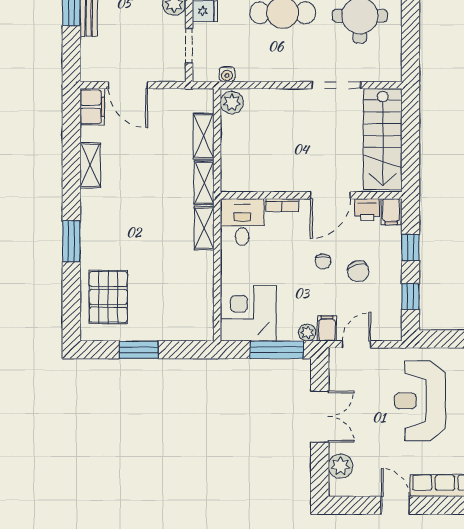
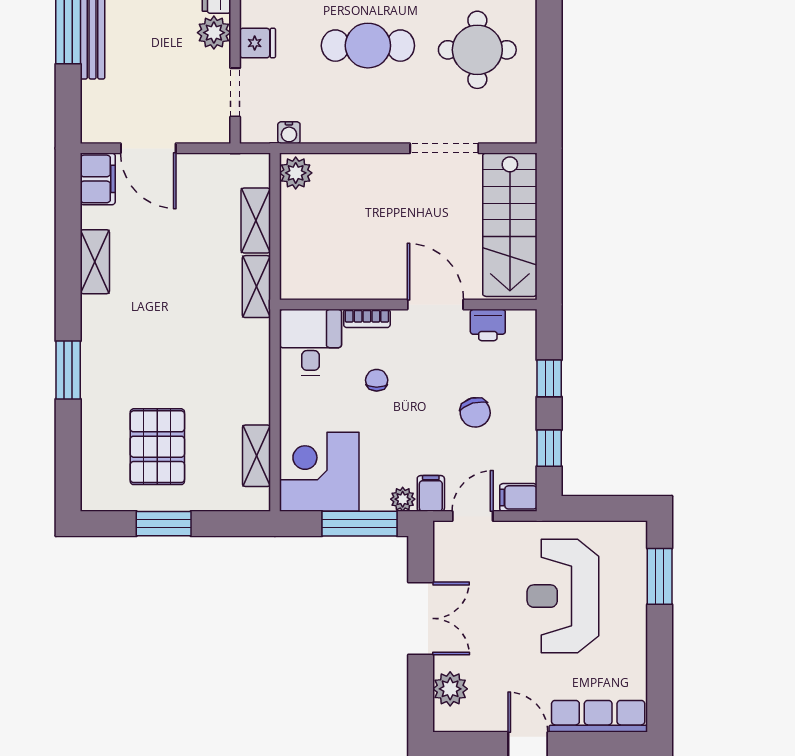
door: (330, 195) -> (435, 305), swing flipped
filing cabinet: (391, 212) -> (518, 497), moved, turned 90
shelving: (204, 228) -> (256, 456), moved
chair: (323, 261) -> (377, 380), moved, turned 180
pallet: (108, 297) -> (157, 447), moved

